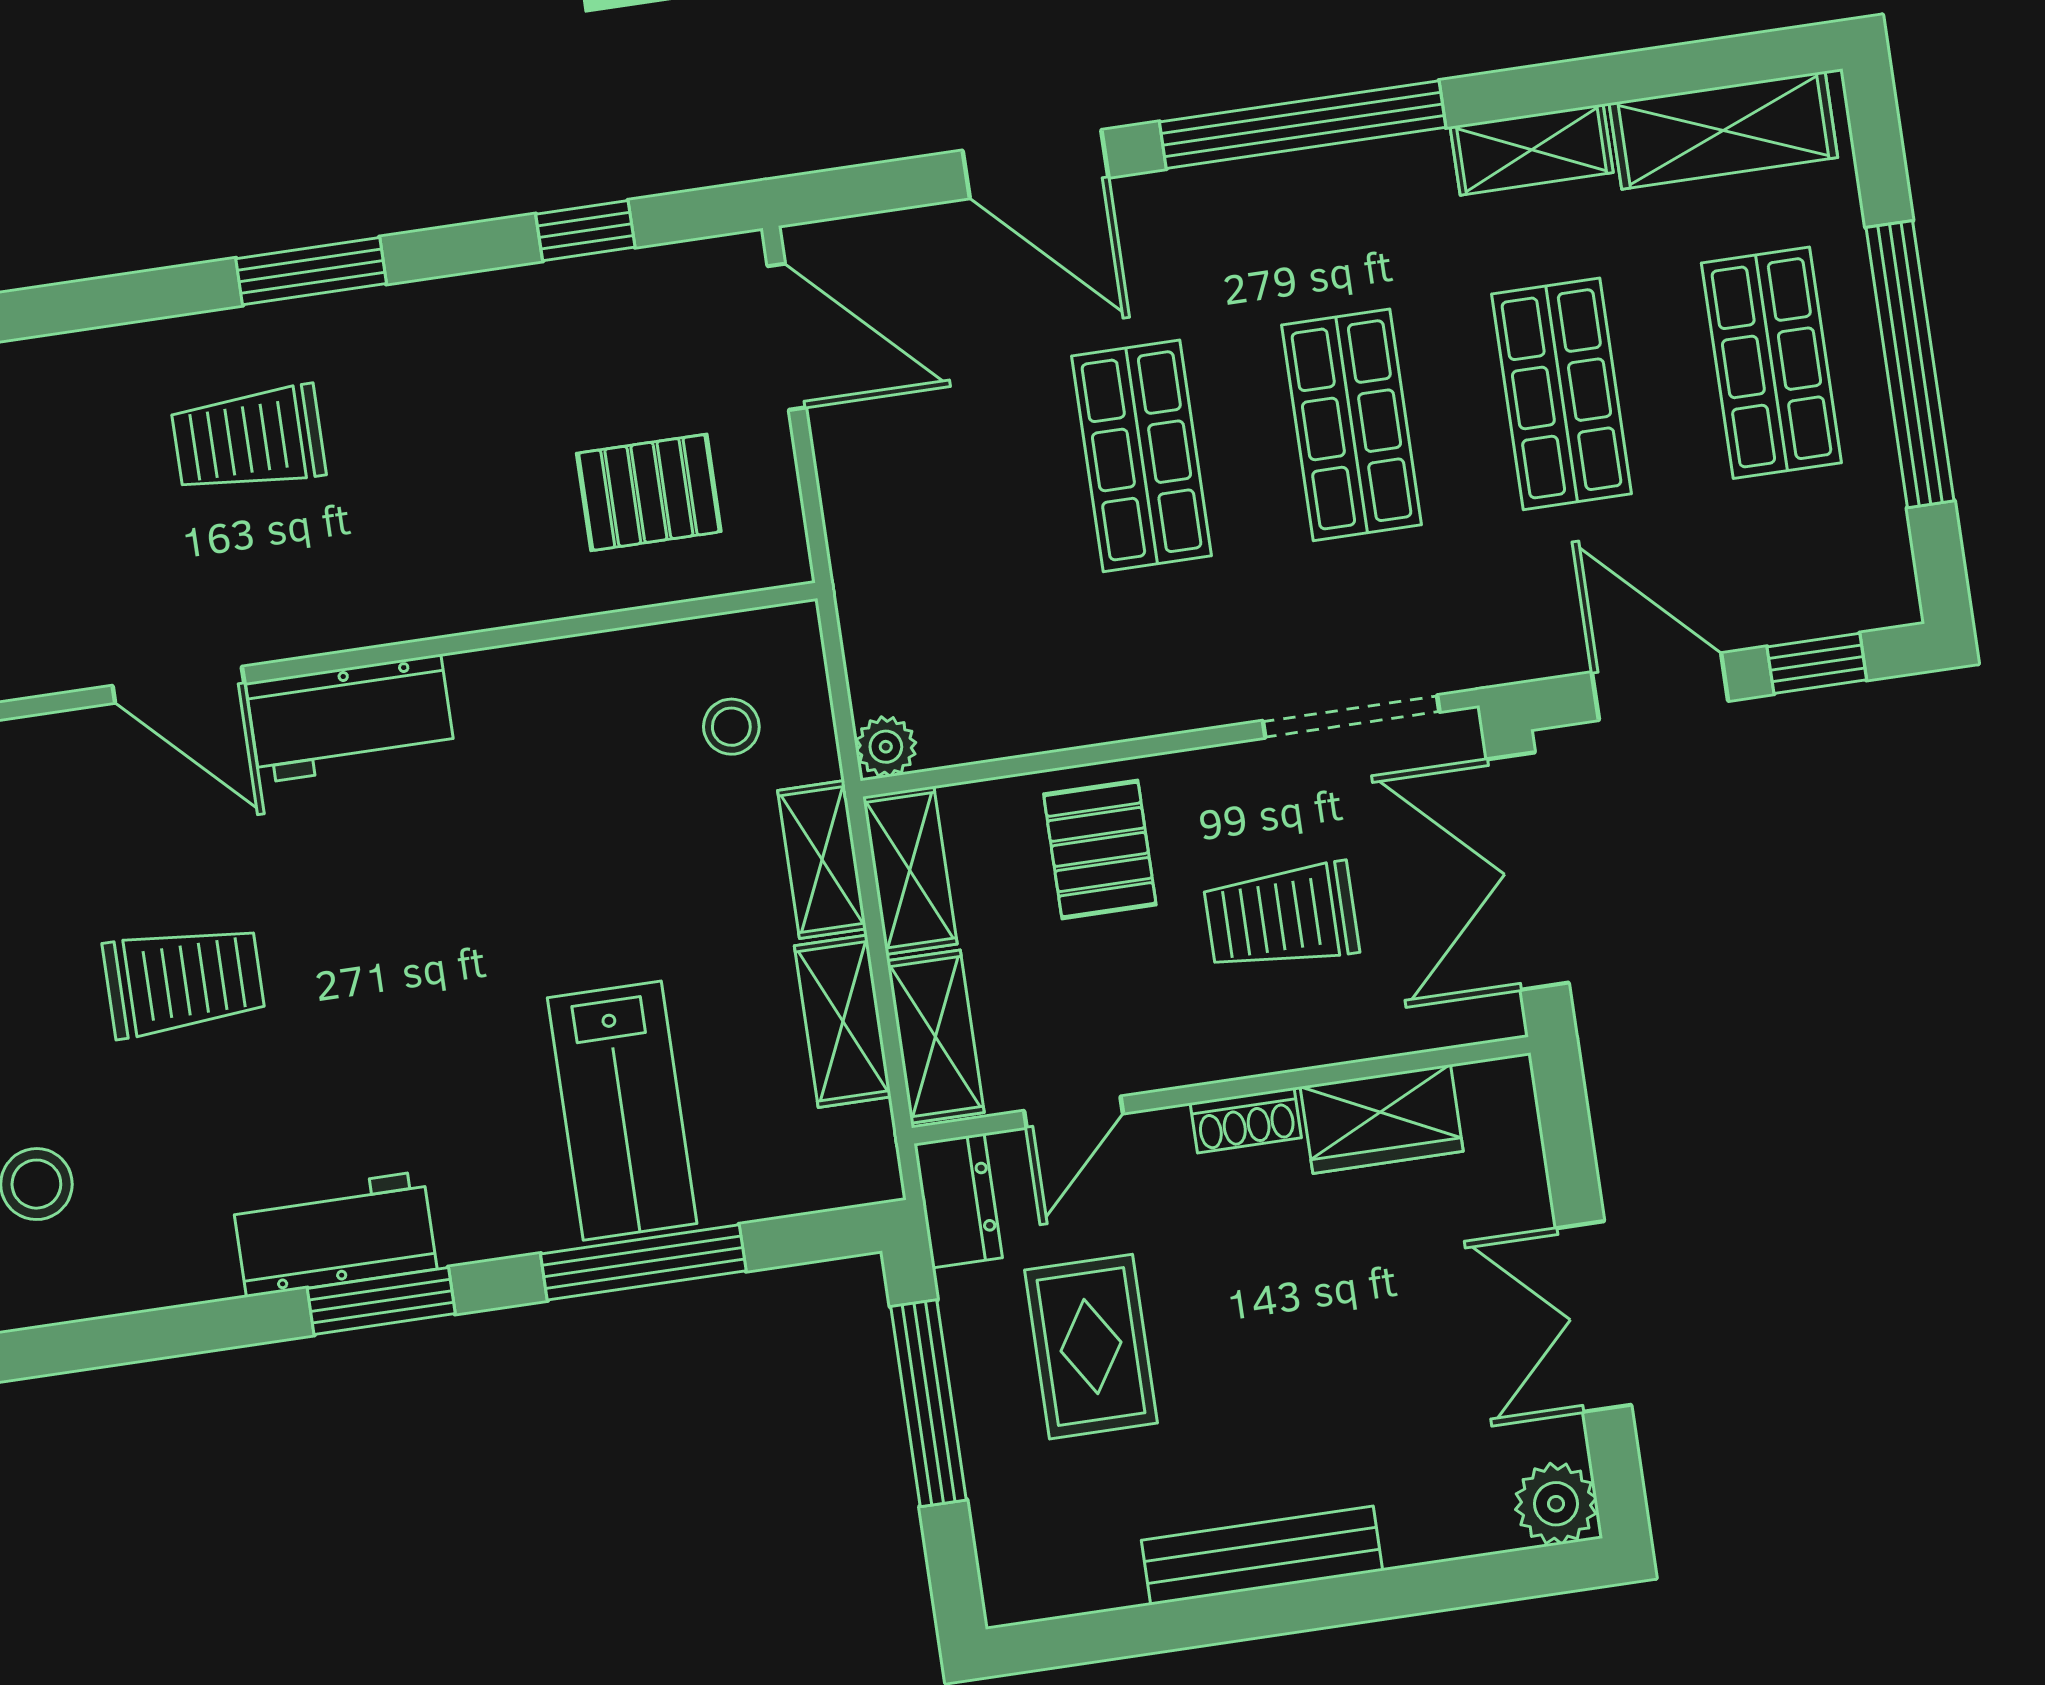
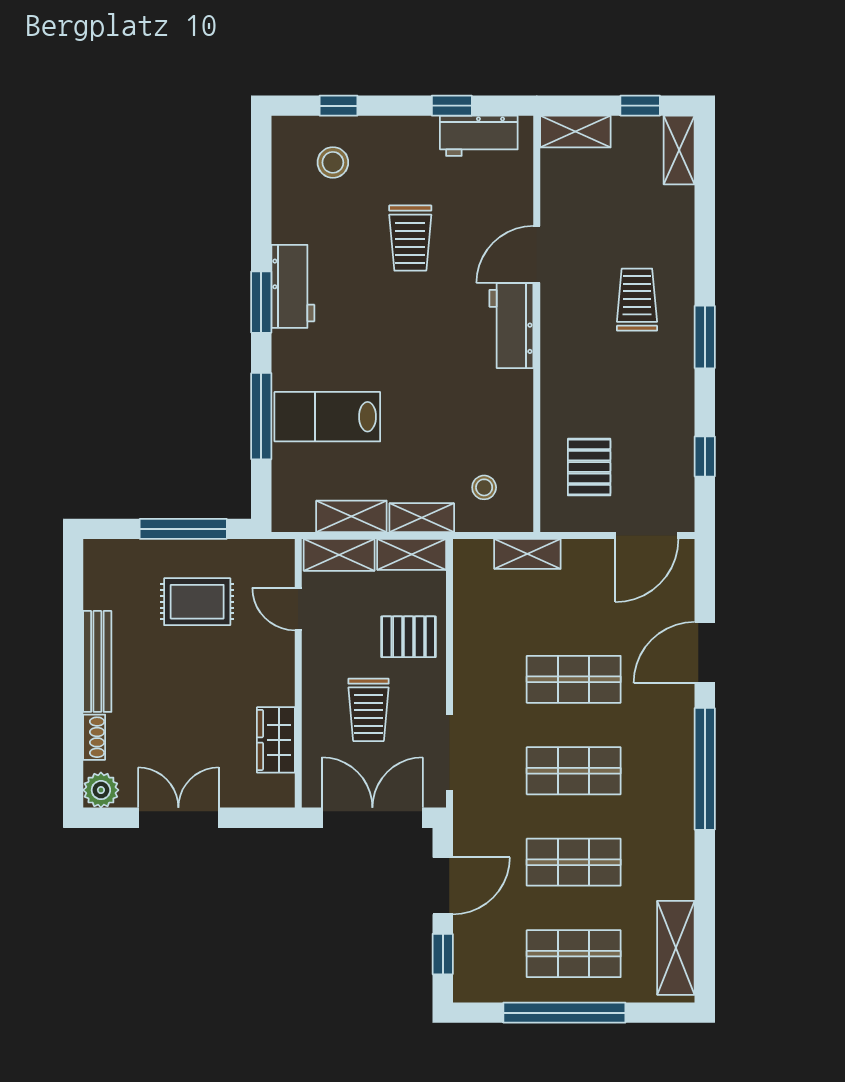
shelving: (1532, 150) -> (527, 554), moved, turned 90
plant: (886, 747) -> (466, 552), removed
trolley: (1281, 917) -> (368, 710), turned 180
shoe rack: (1246, 1120) -> (94, 737), moved, turned 180
dresser: (958, 1201) -> (268, 554), removed

